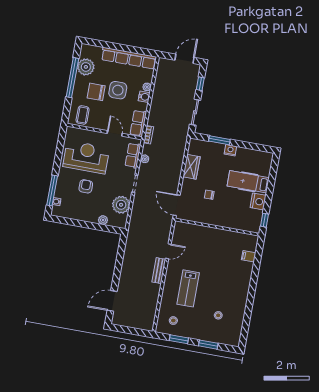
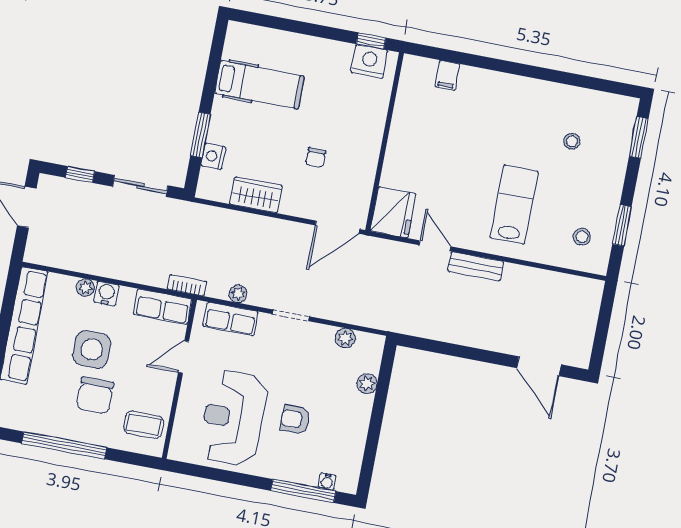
plant: (86, 67) -> (42, 417), removed
nightstand: (230, 150) -> (213, 156), moved
hospital bed: (248, 182) -> (259, 85), moved, turned -90
nightstand: (258, 201) -> (369, 61), moved
plant: (121, 205) -> (345, 338), width x0.53, depth x0.53
fridge: (184, 231) -> (393, 212), added
lab bench: (188, 288) -> (514, 205), turned -90
window: (208, 345) -> (639, 137), moved

